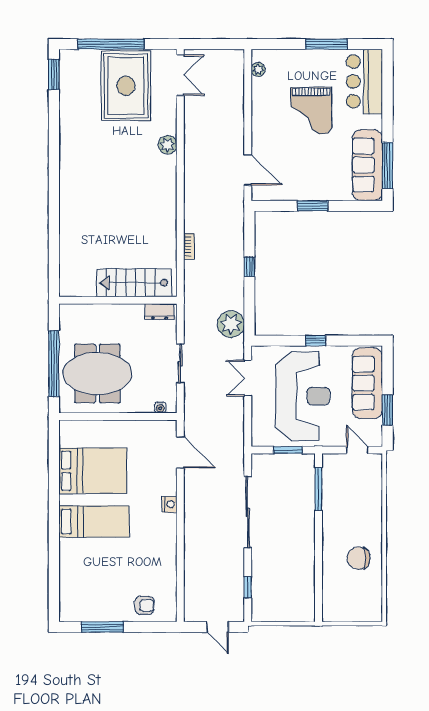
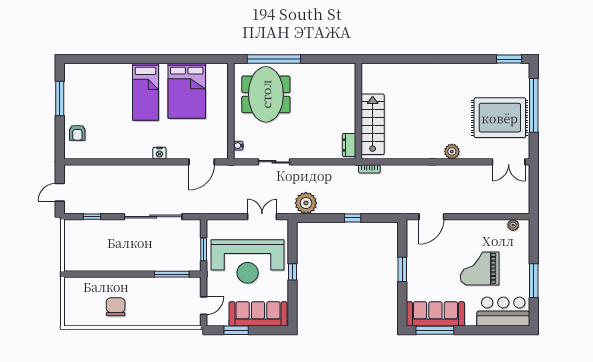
stairs: (134, 283) -> (373, 124), moved
wall: (118, 300) -> (358, 111), moved
dresser: (160, 312) -> (349, 145), moved

